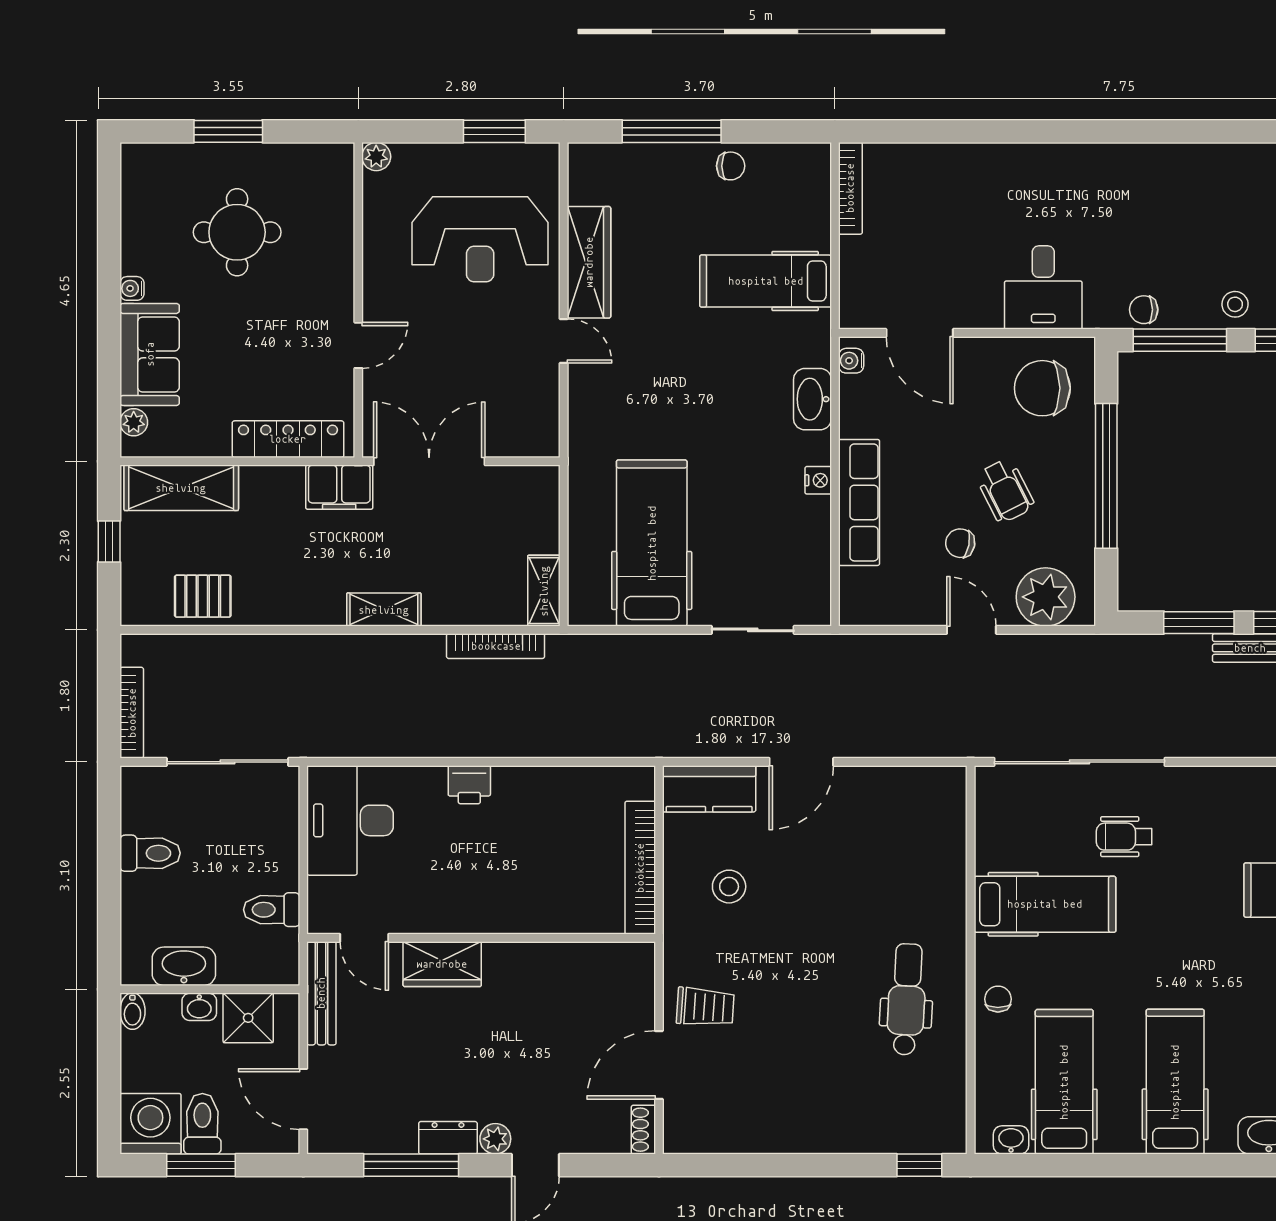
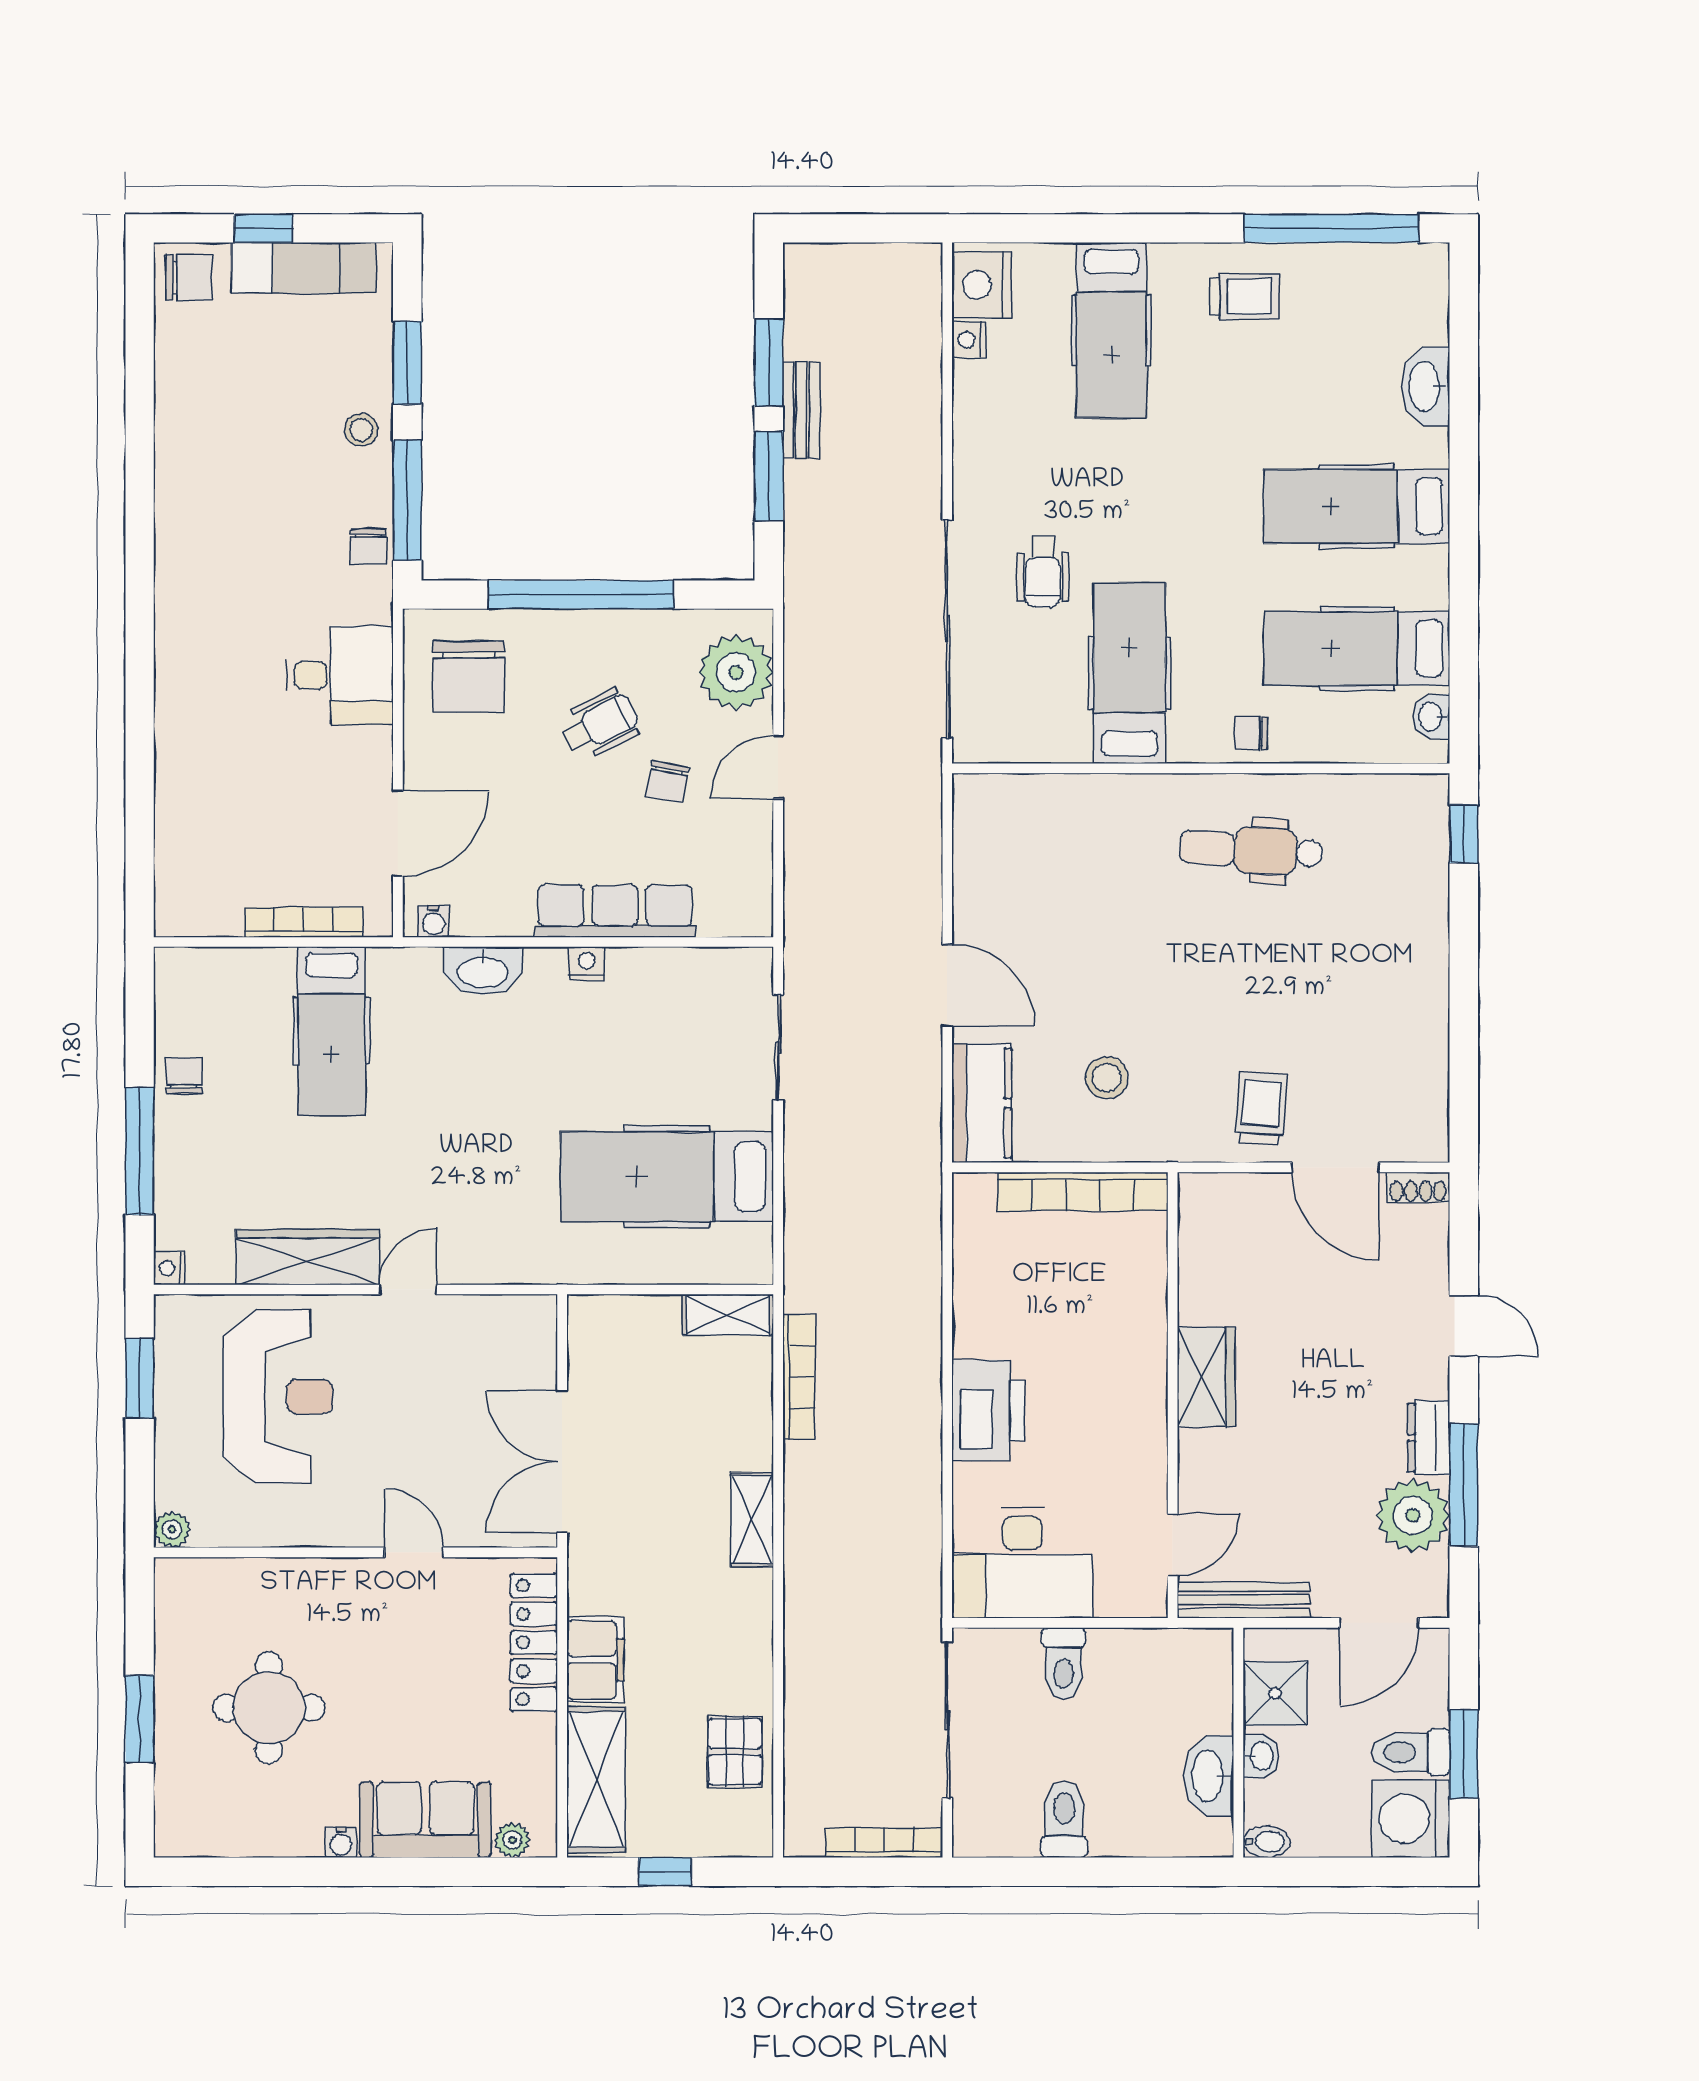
nightstand: (580, 155) -> (169, 1268), added
bookcase: (850, 188) -> (304, 922), moved
filing cabinet: (339, 487) -> (595, 1660), moved
printer: (469, 785) -> (988, 1410), width x1.87, depth x1.48
toilet: (272, 910) -> (1064, 1664), moved
wardrobe: (442, 964) -> (1206, 1377), moved
plant: (495, 1139) -> (1413, 1515), moved, width x1.88, depth x1.88

